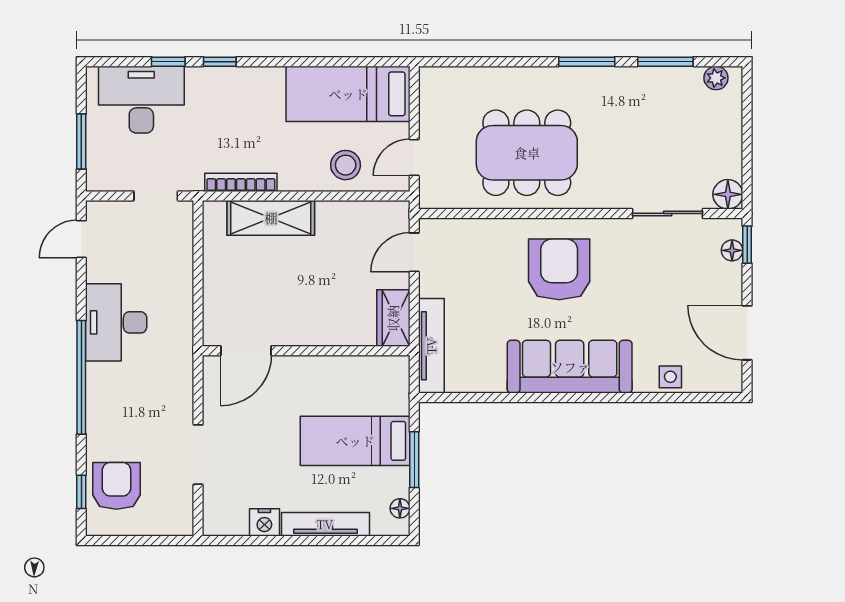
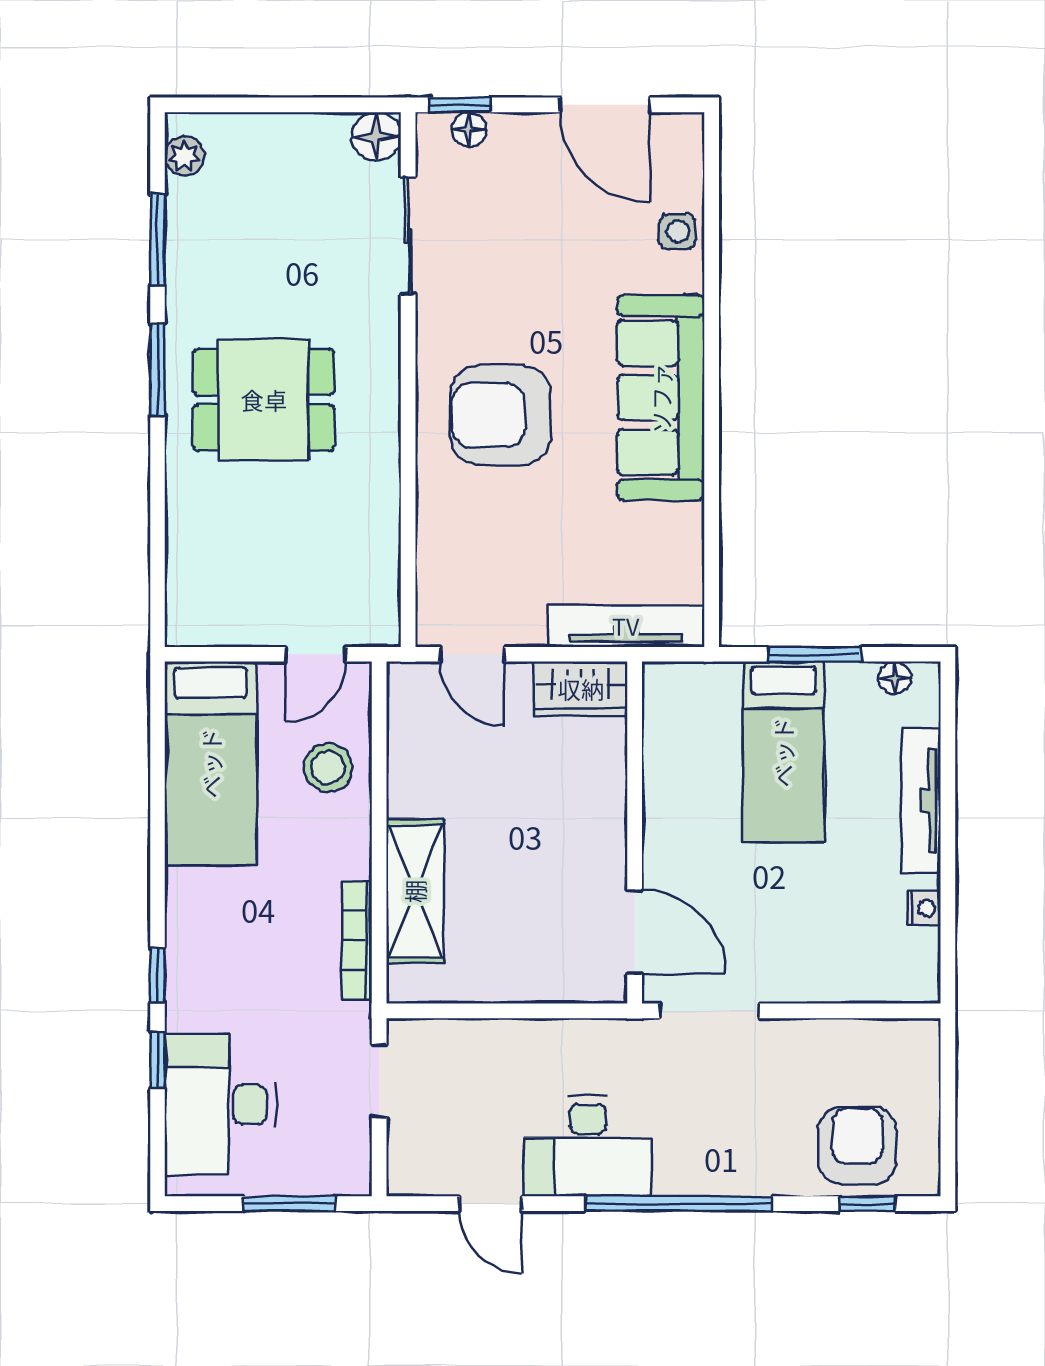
dining table: (527, 153) -> (264, 400), moved, width x0.73
door: (414, 157) -> (316, 654), hinge flipped
door: (81, 239) -> (491, 1204), moved
door: (747, 333) -> (605, 105), hinge flipped
doorway: (198, 455) -> (710, 1011), moved
armchair: (116, 486) -> (858, 1146), turned 90
nightstand: (264, 522) -> (924, 908), width x0.72, depth x0.74

